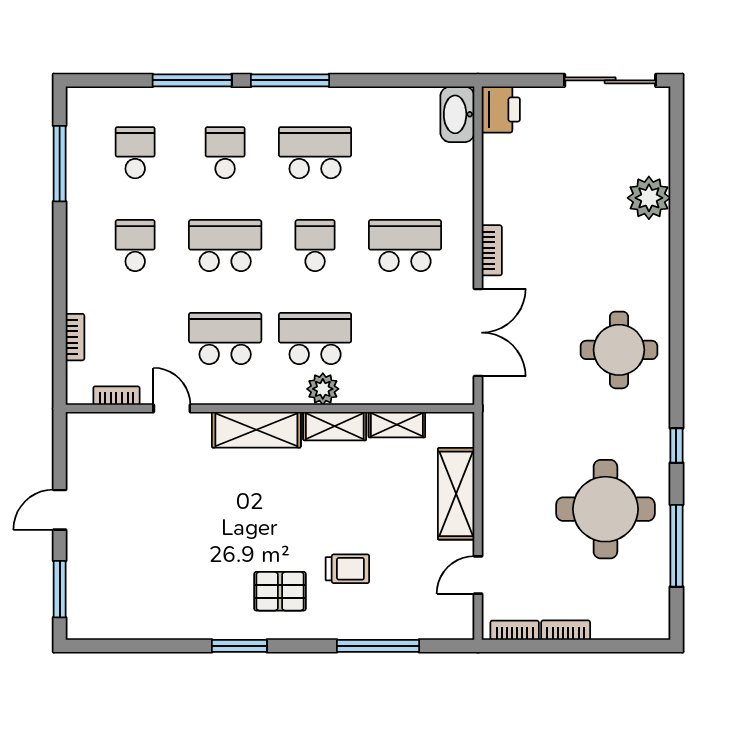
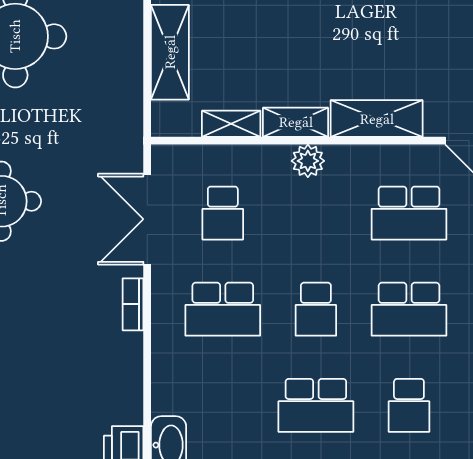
school desk: (315, 338) -> (223, 213), moved, width x0.54

